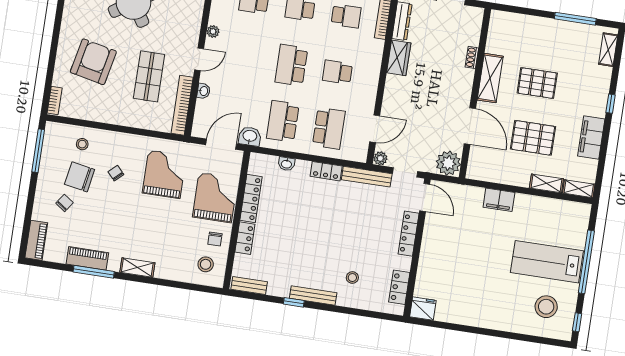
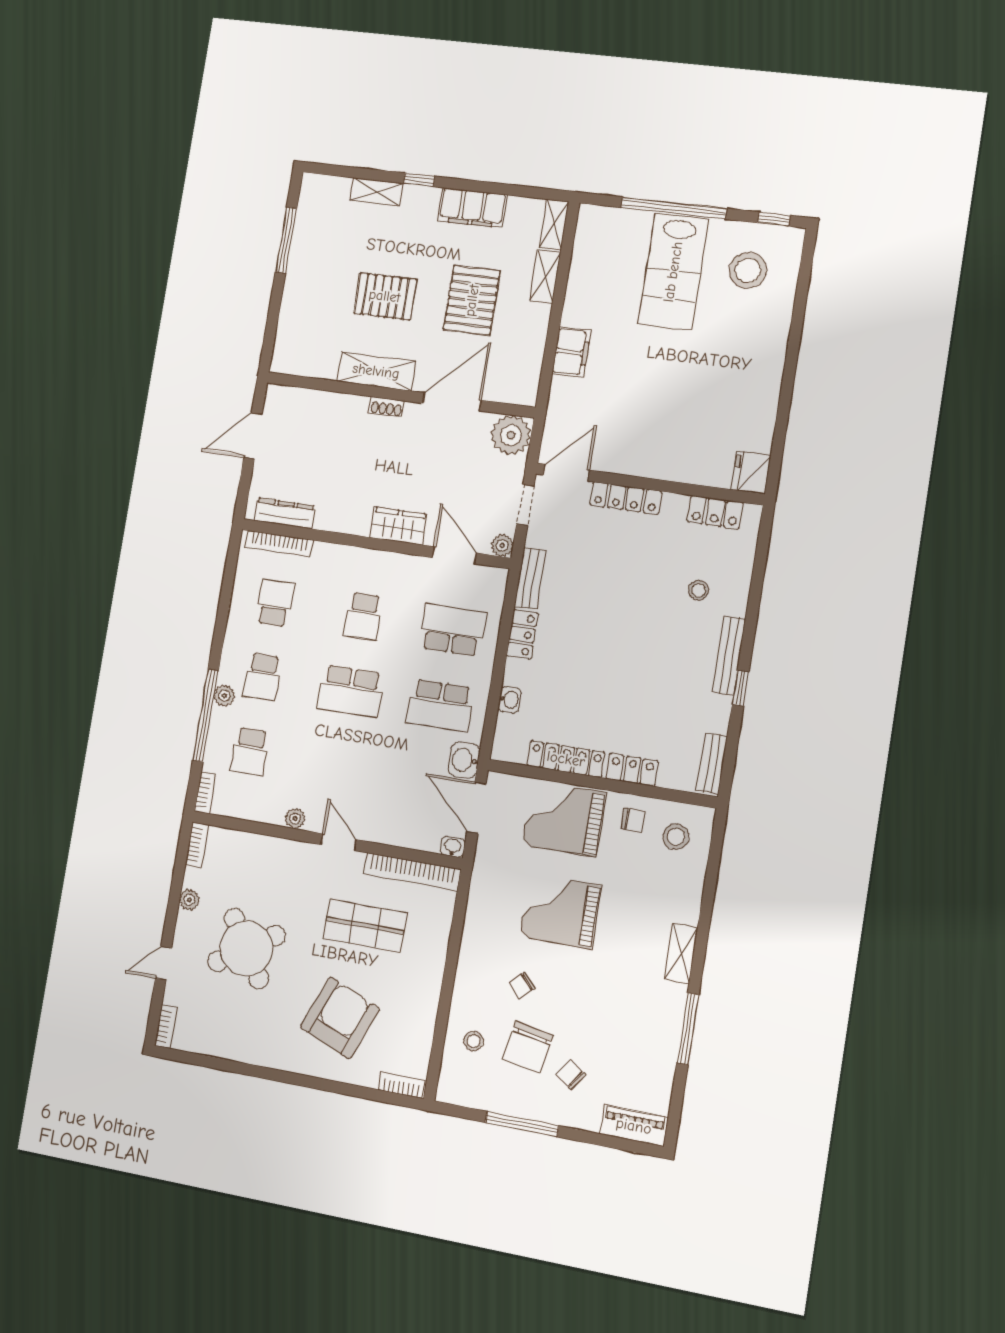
shelving: (608, 50) -> (376, 192), moved
shoe rack: (472, 57) -> (387, 407), moved
wardrobe: (399, 58) -> (398, 526), moved
armchair: (93, 62) -> (340, 1018), turned 100
pallet: (537, 83) -> (385, 296), turned 90
washbasin: (203, 91) -> (453, 847), moved
window: (38, 151) -> (522, 1124), moved
grand piano: (164, 174) -> (560, 911), moved
bench: (367, 177) -> (530, 578), width x0.73
piano: (87, 258) -> (665, 1039), removed

